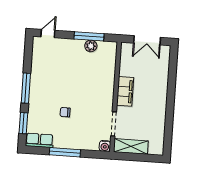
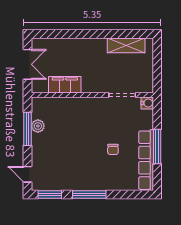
filing cabinet: (125, 91) -> (65, 85), moved
window: (23, 123) -> (50, 195), moved
row of seats: (39, 140) -> (146, 160), width x2.02
shelving: (131, 146) -> (126, 45), moved, turned 90

